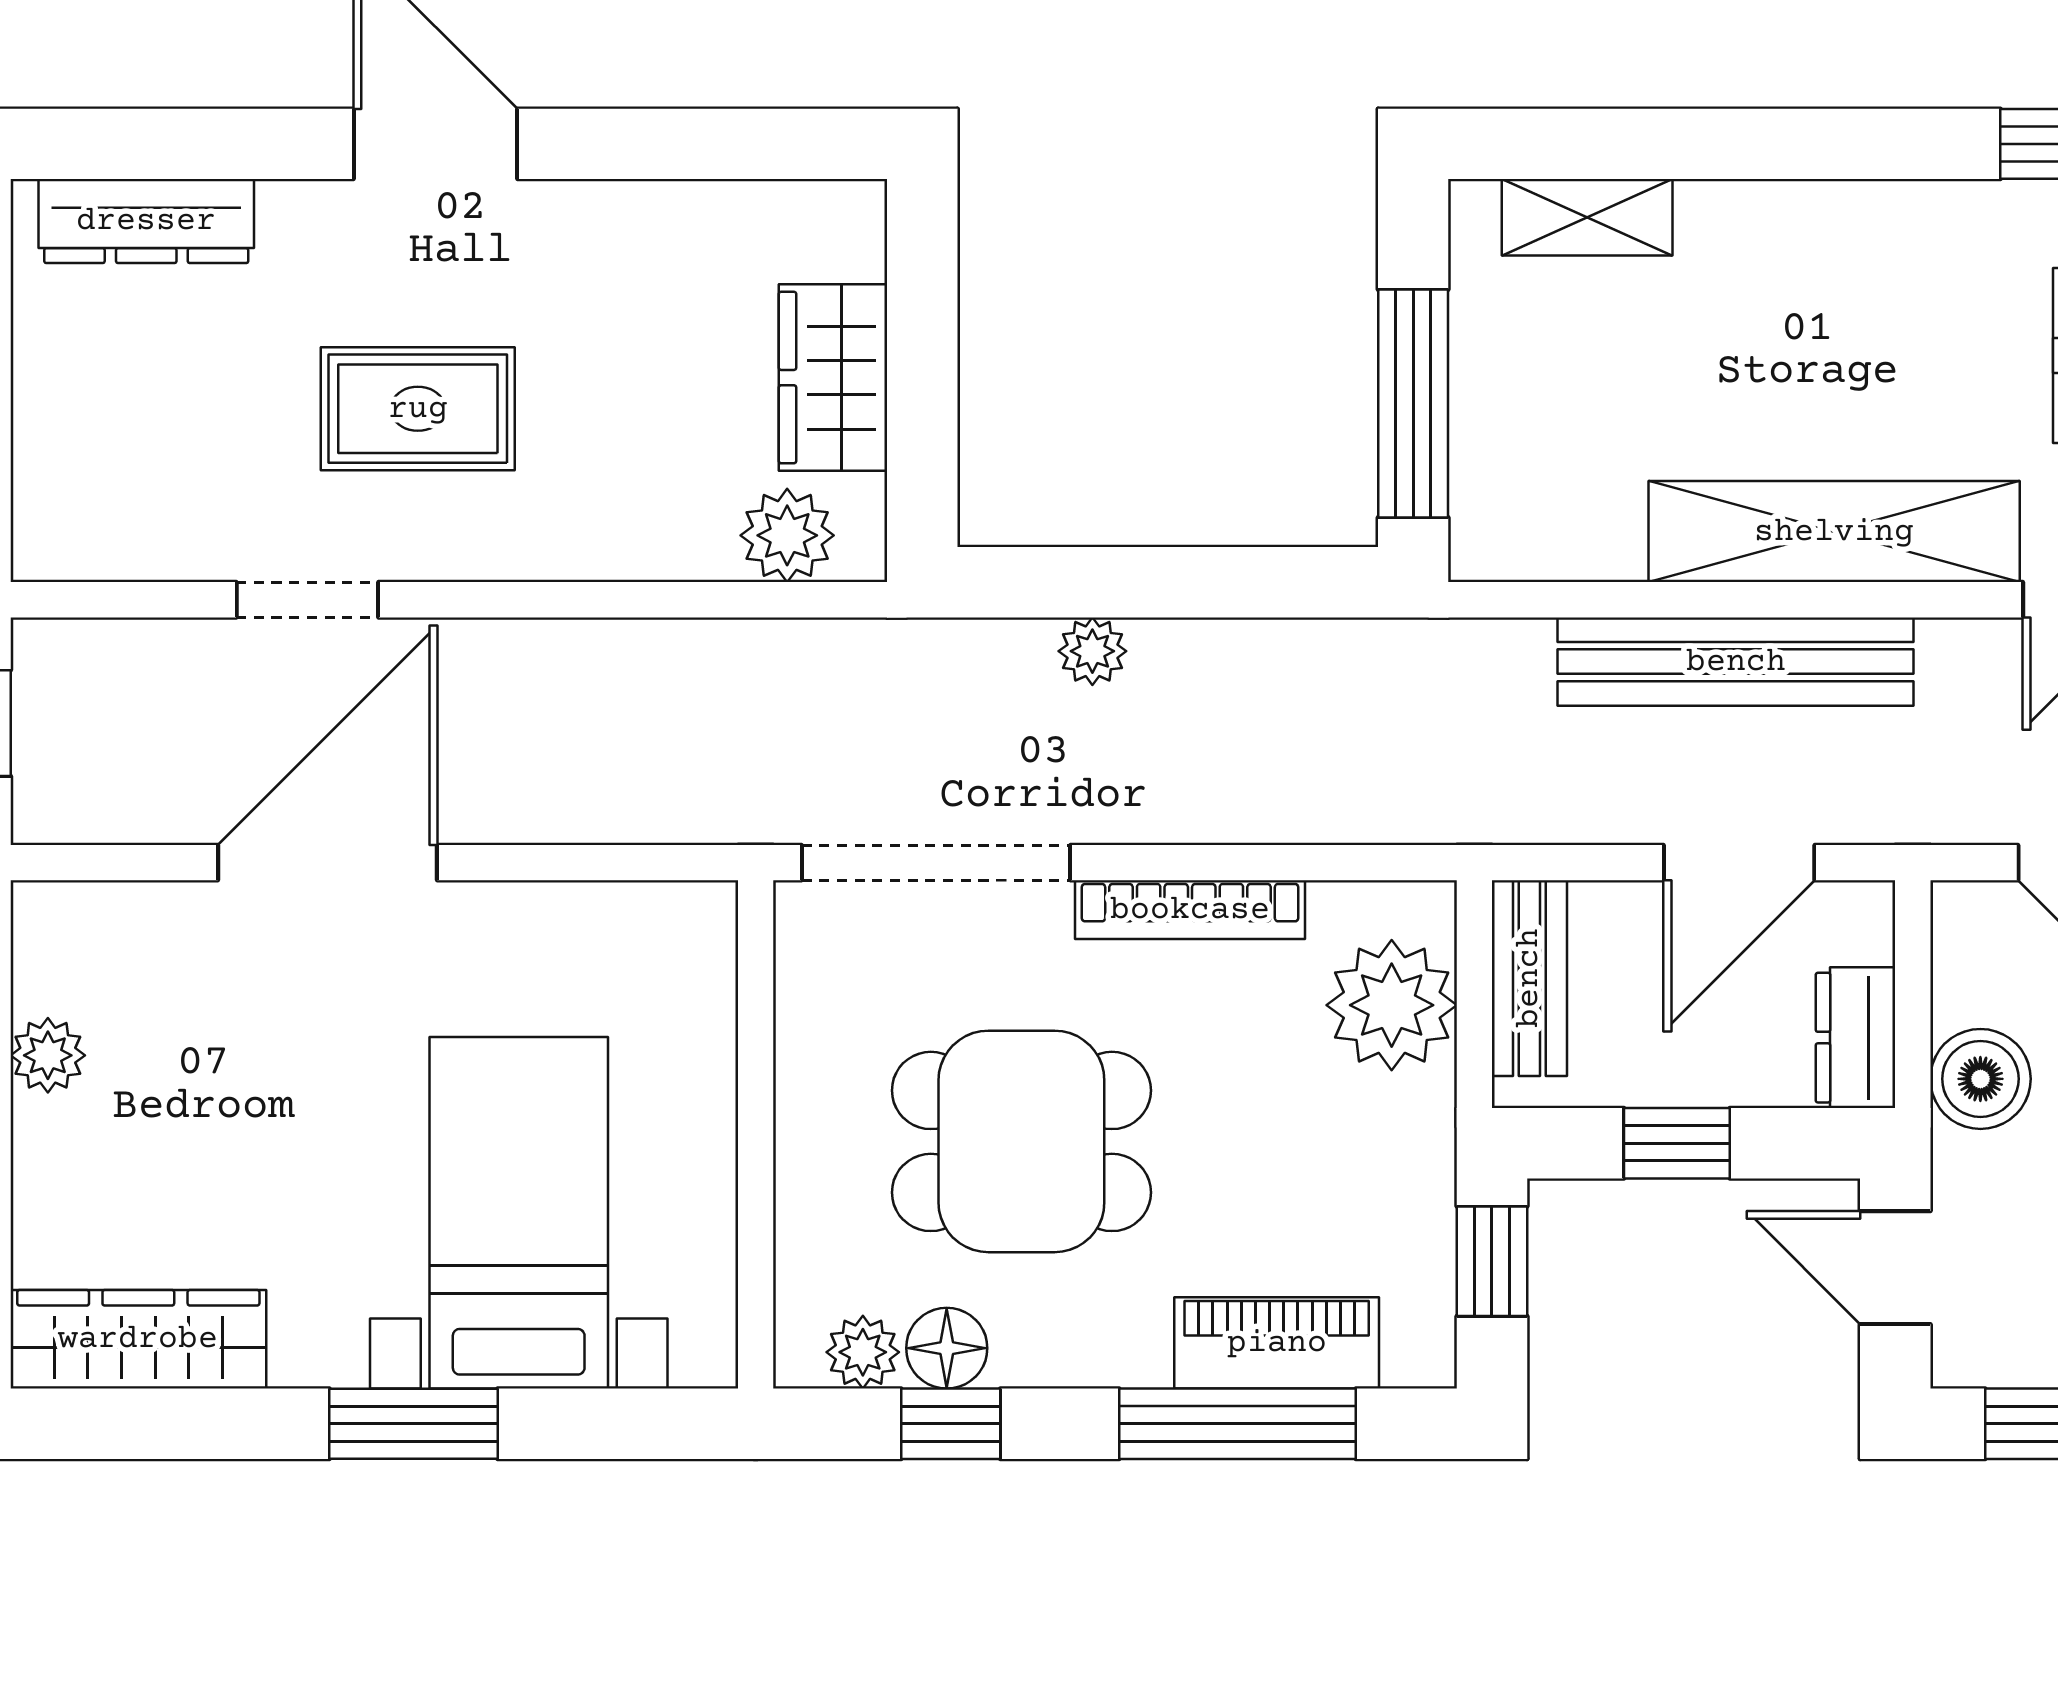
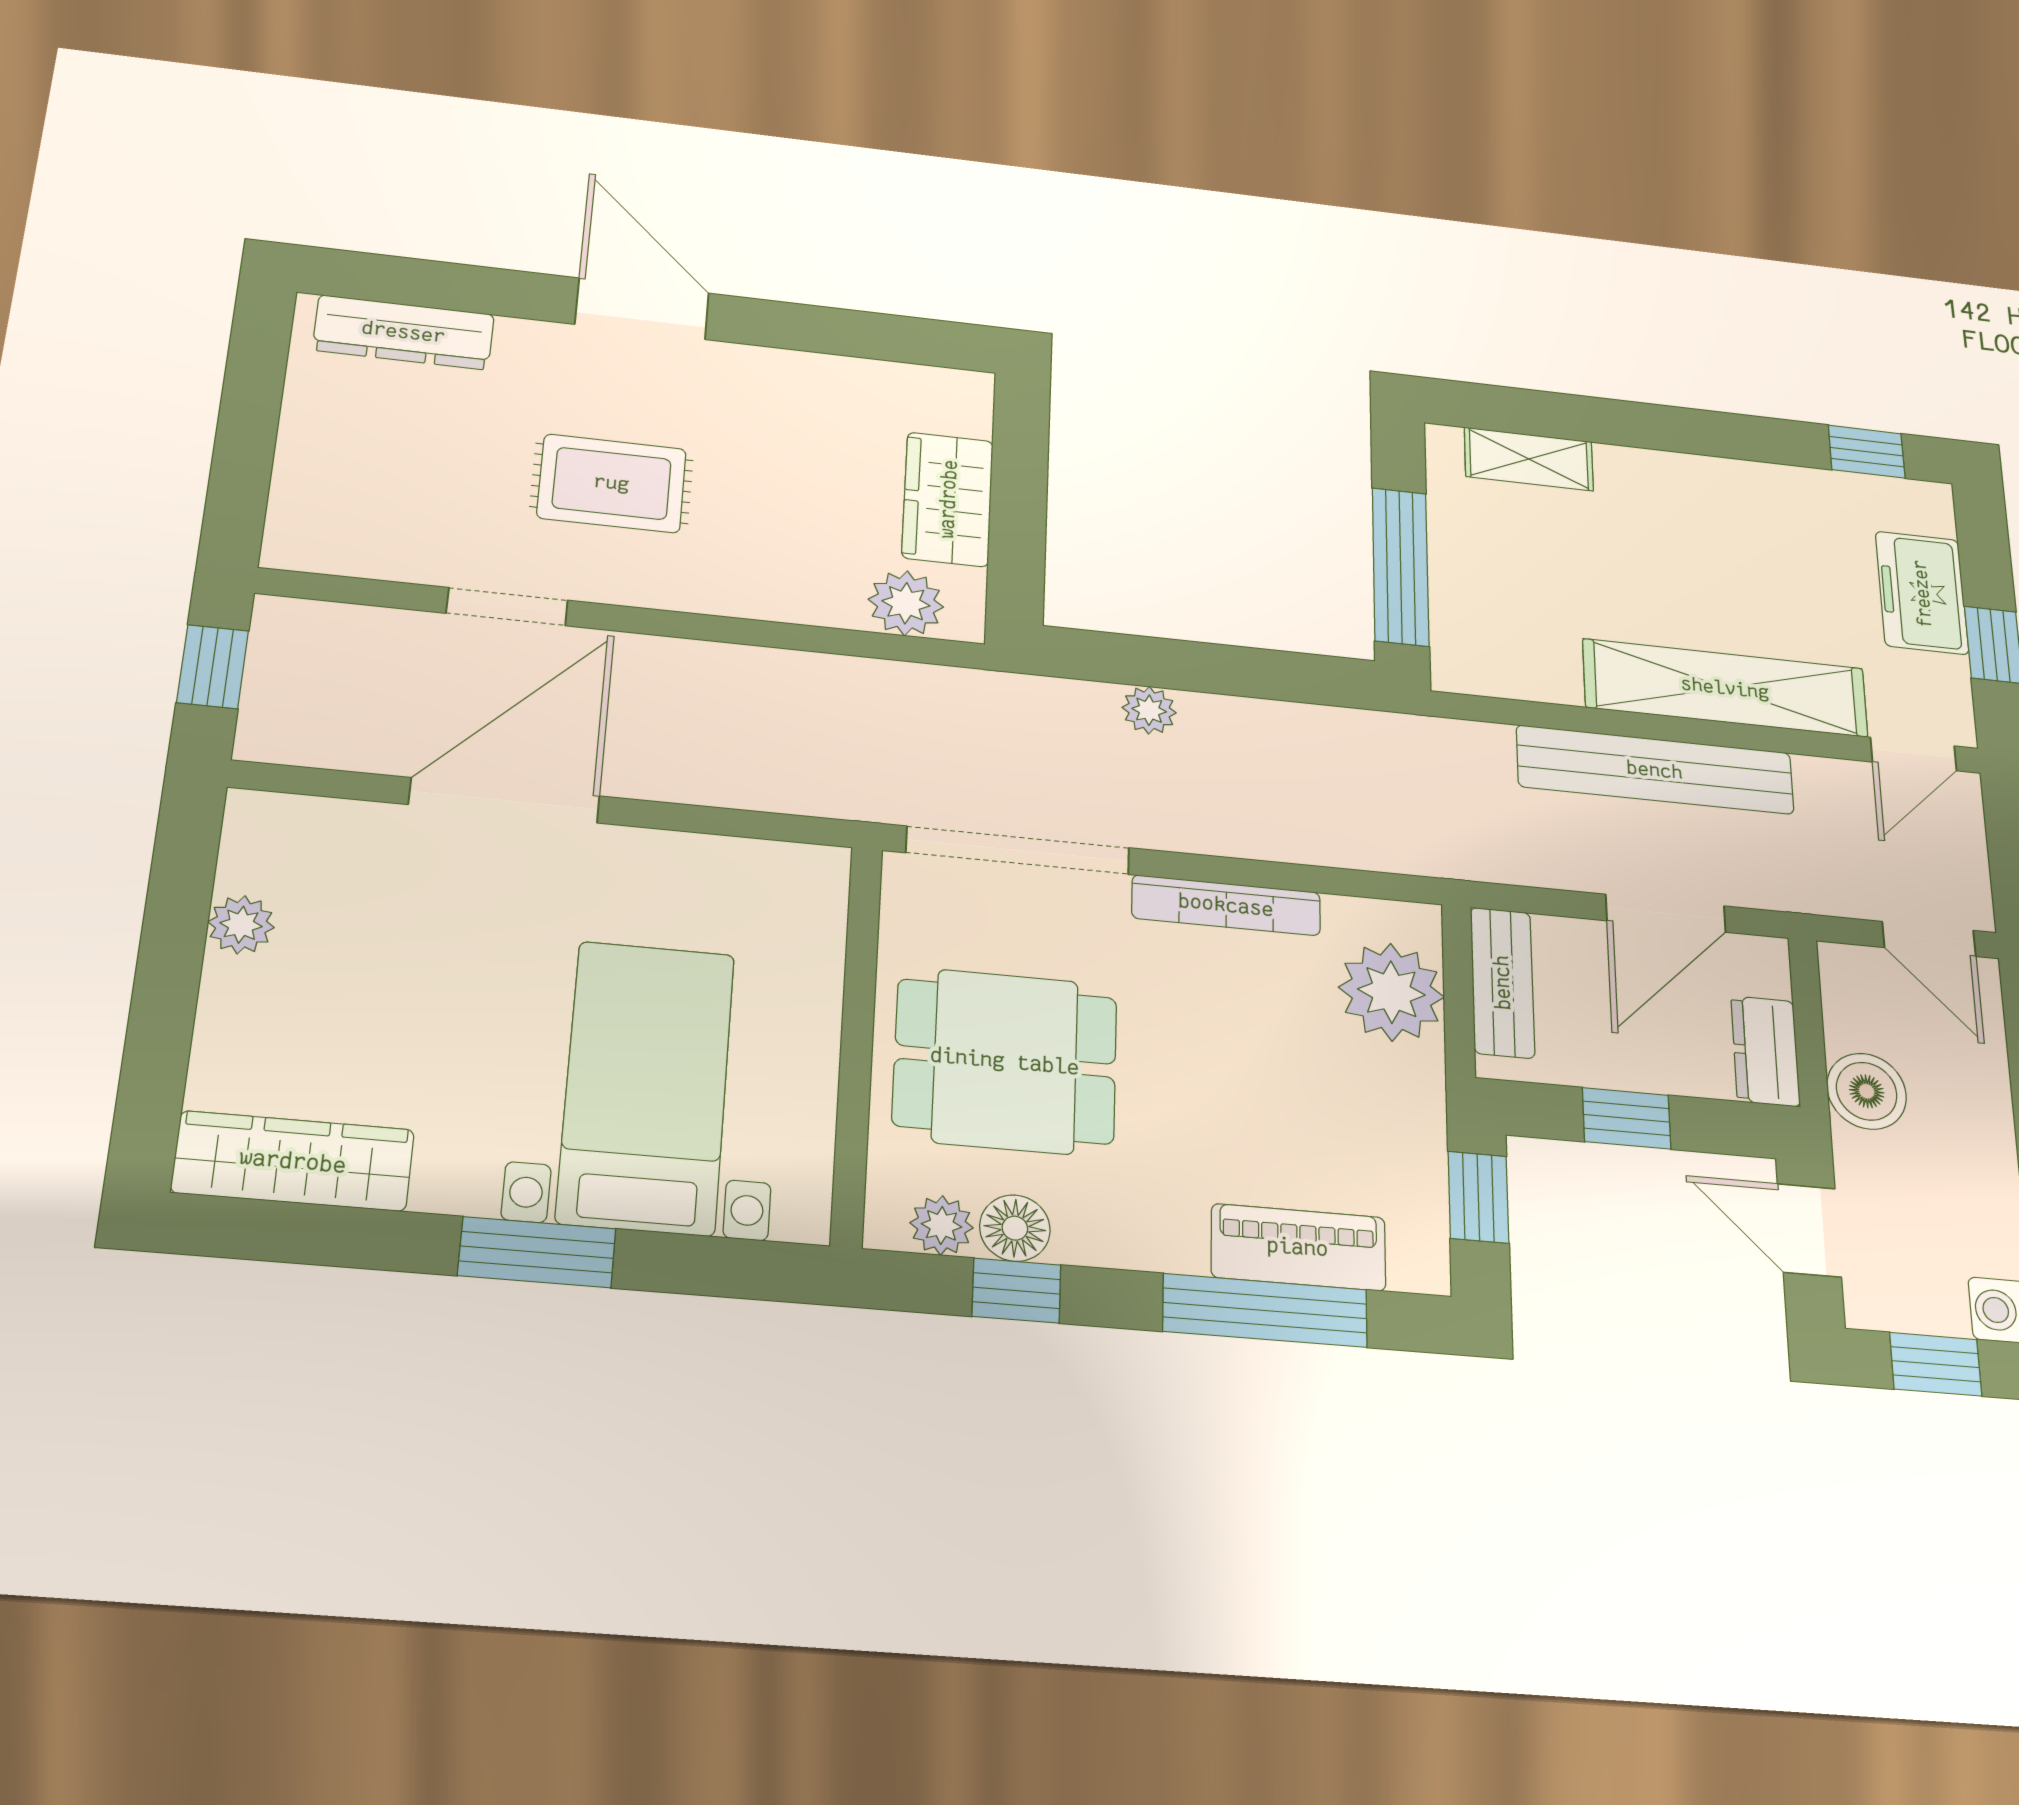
dining table: (1021, 1141) -> (1005, 1061), moved

